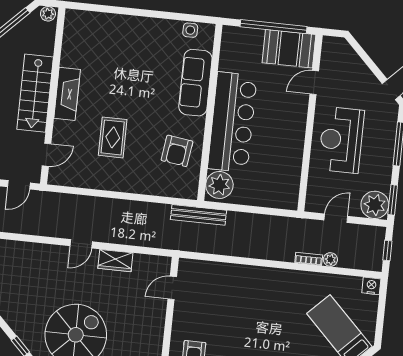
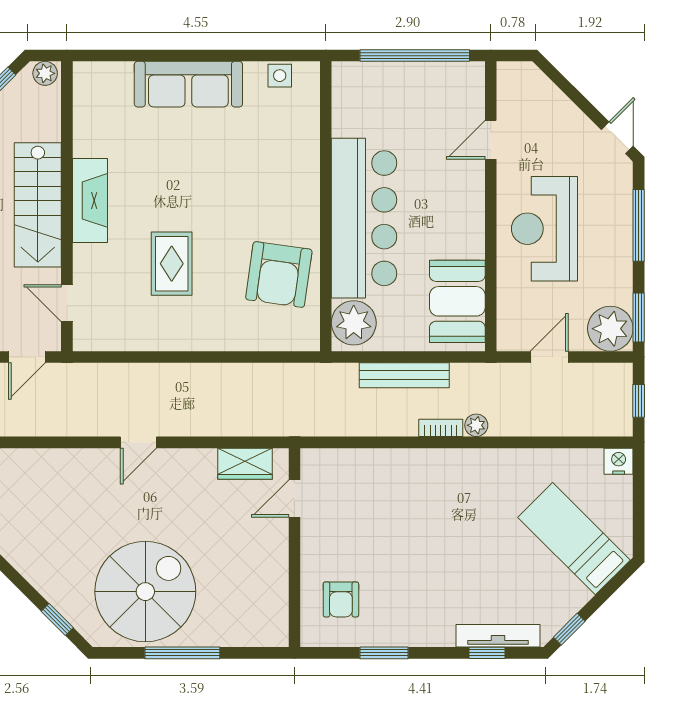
booth: (289, 49) -> (457, 301), moved, turned 90
sofa: (195, 83) -> (188, 84), moved, turned -90
armchair: (177, 151) -> (279, 274), width x1.36, depth x1.36
door: (47, 155) -> (67, 303), swing flipped
bench: (198, 215) -> (404, 375), moved
bookcase: (309, 259) -> (441, 428), moved
plant: (330, 260) -> (476, 425), moved
wardrobe: (115, 261) -> (245, 464), moved

